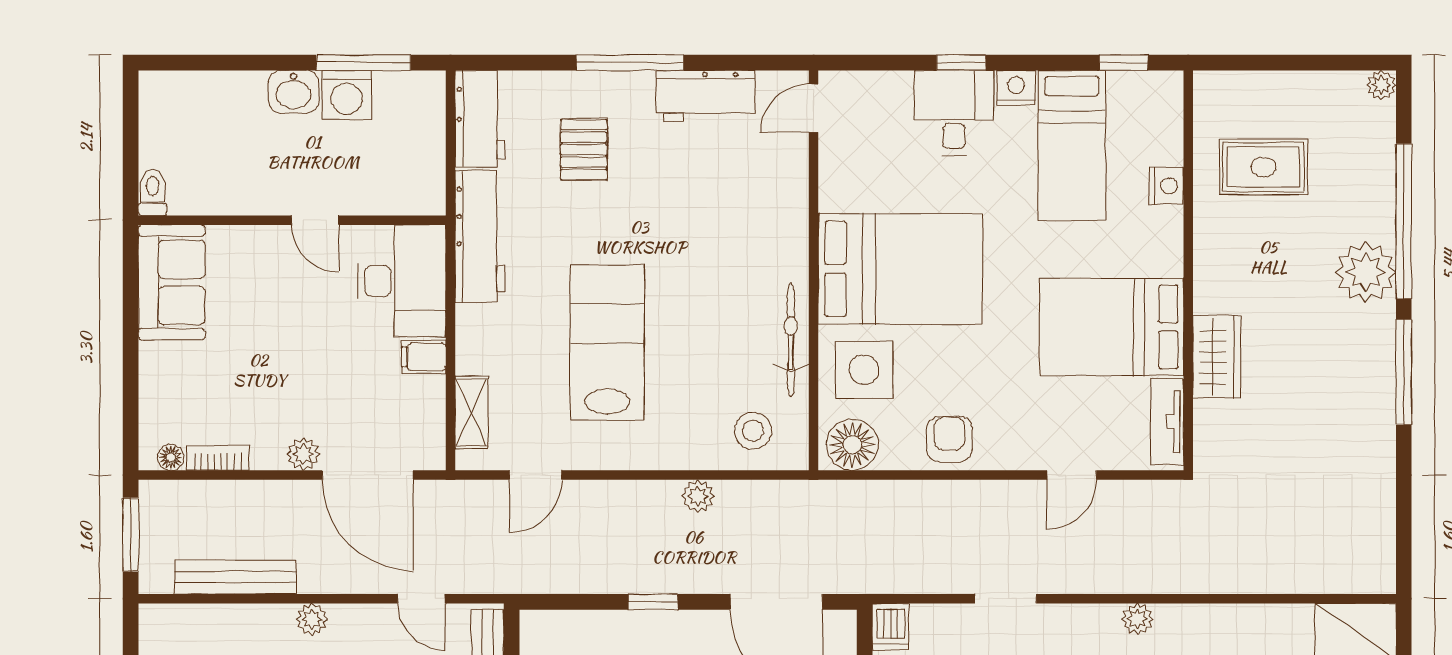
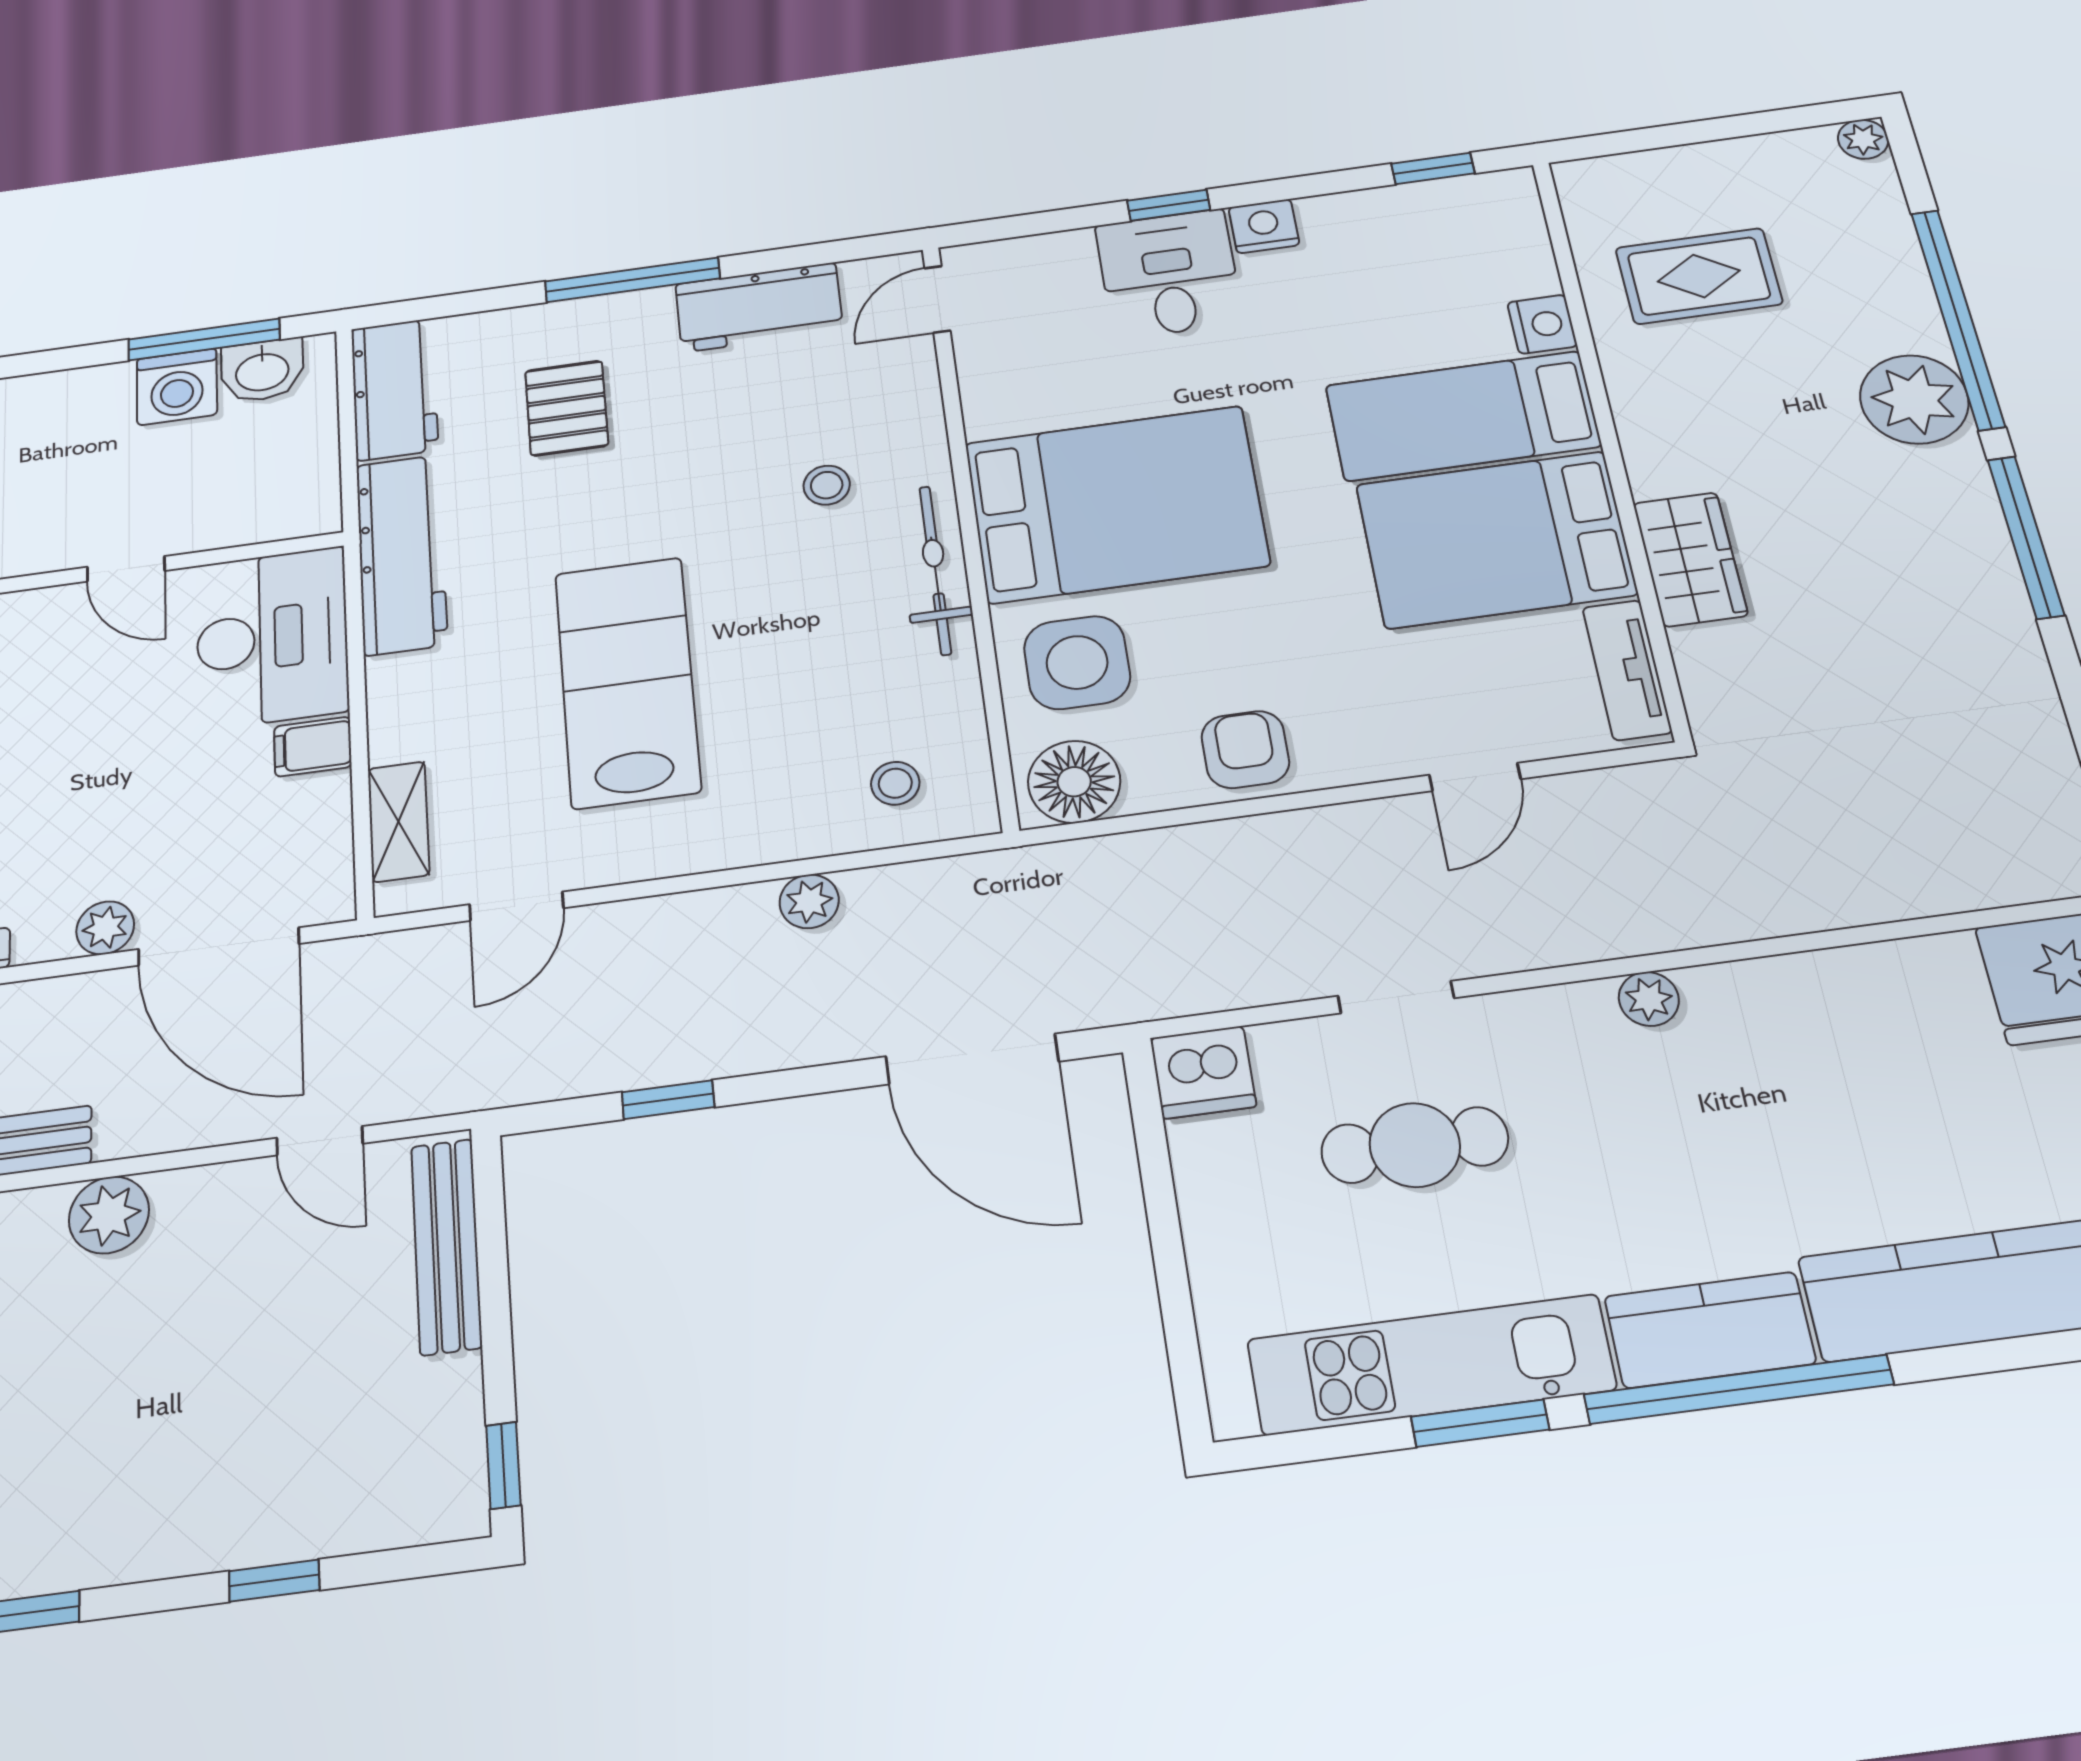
washbasin: (294, 92) -> (262, 370), moved
bed: (1072, 145) -> (1463, 416), moved, turned 90
stool: (734, 229) -> (827, 485), added
bicycle: (791, 340) -> (935, 570), moved
stool: (753, 431) -> (895, 783), width x0.73, depth x0.73
window: (653, 602) -> (668, 1100), moved
plant: (312, 619) -> (109, 1215), width x1.38, depth x1.38
dishwasher: (890, 627) -> (1203, 1072), width x1.38

